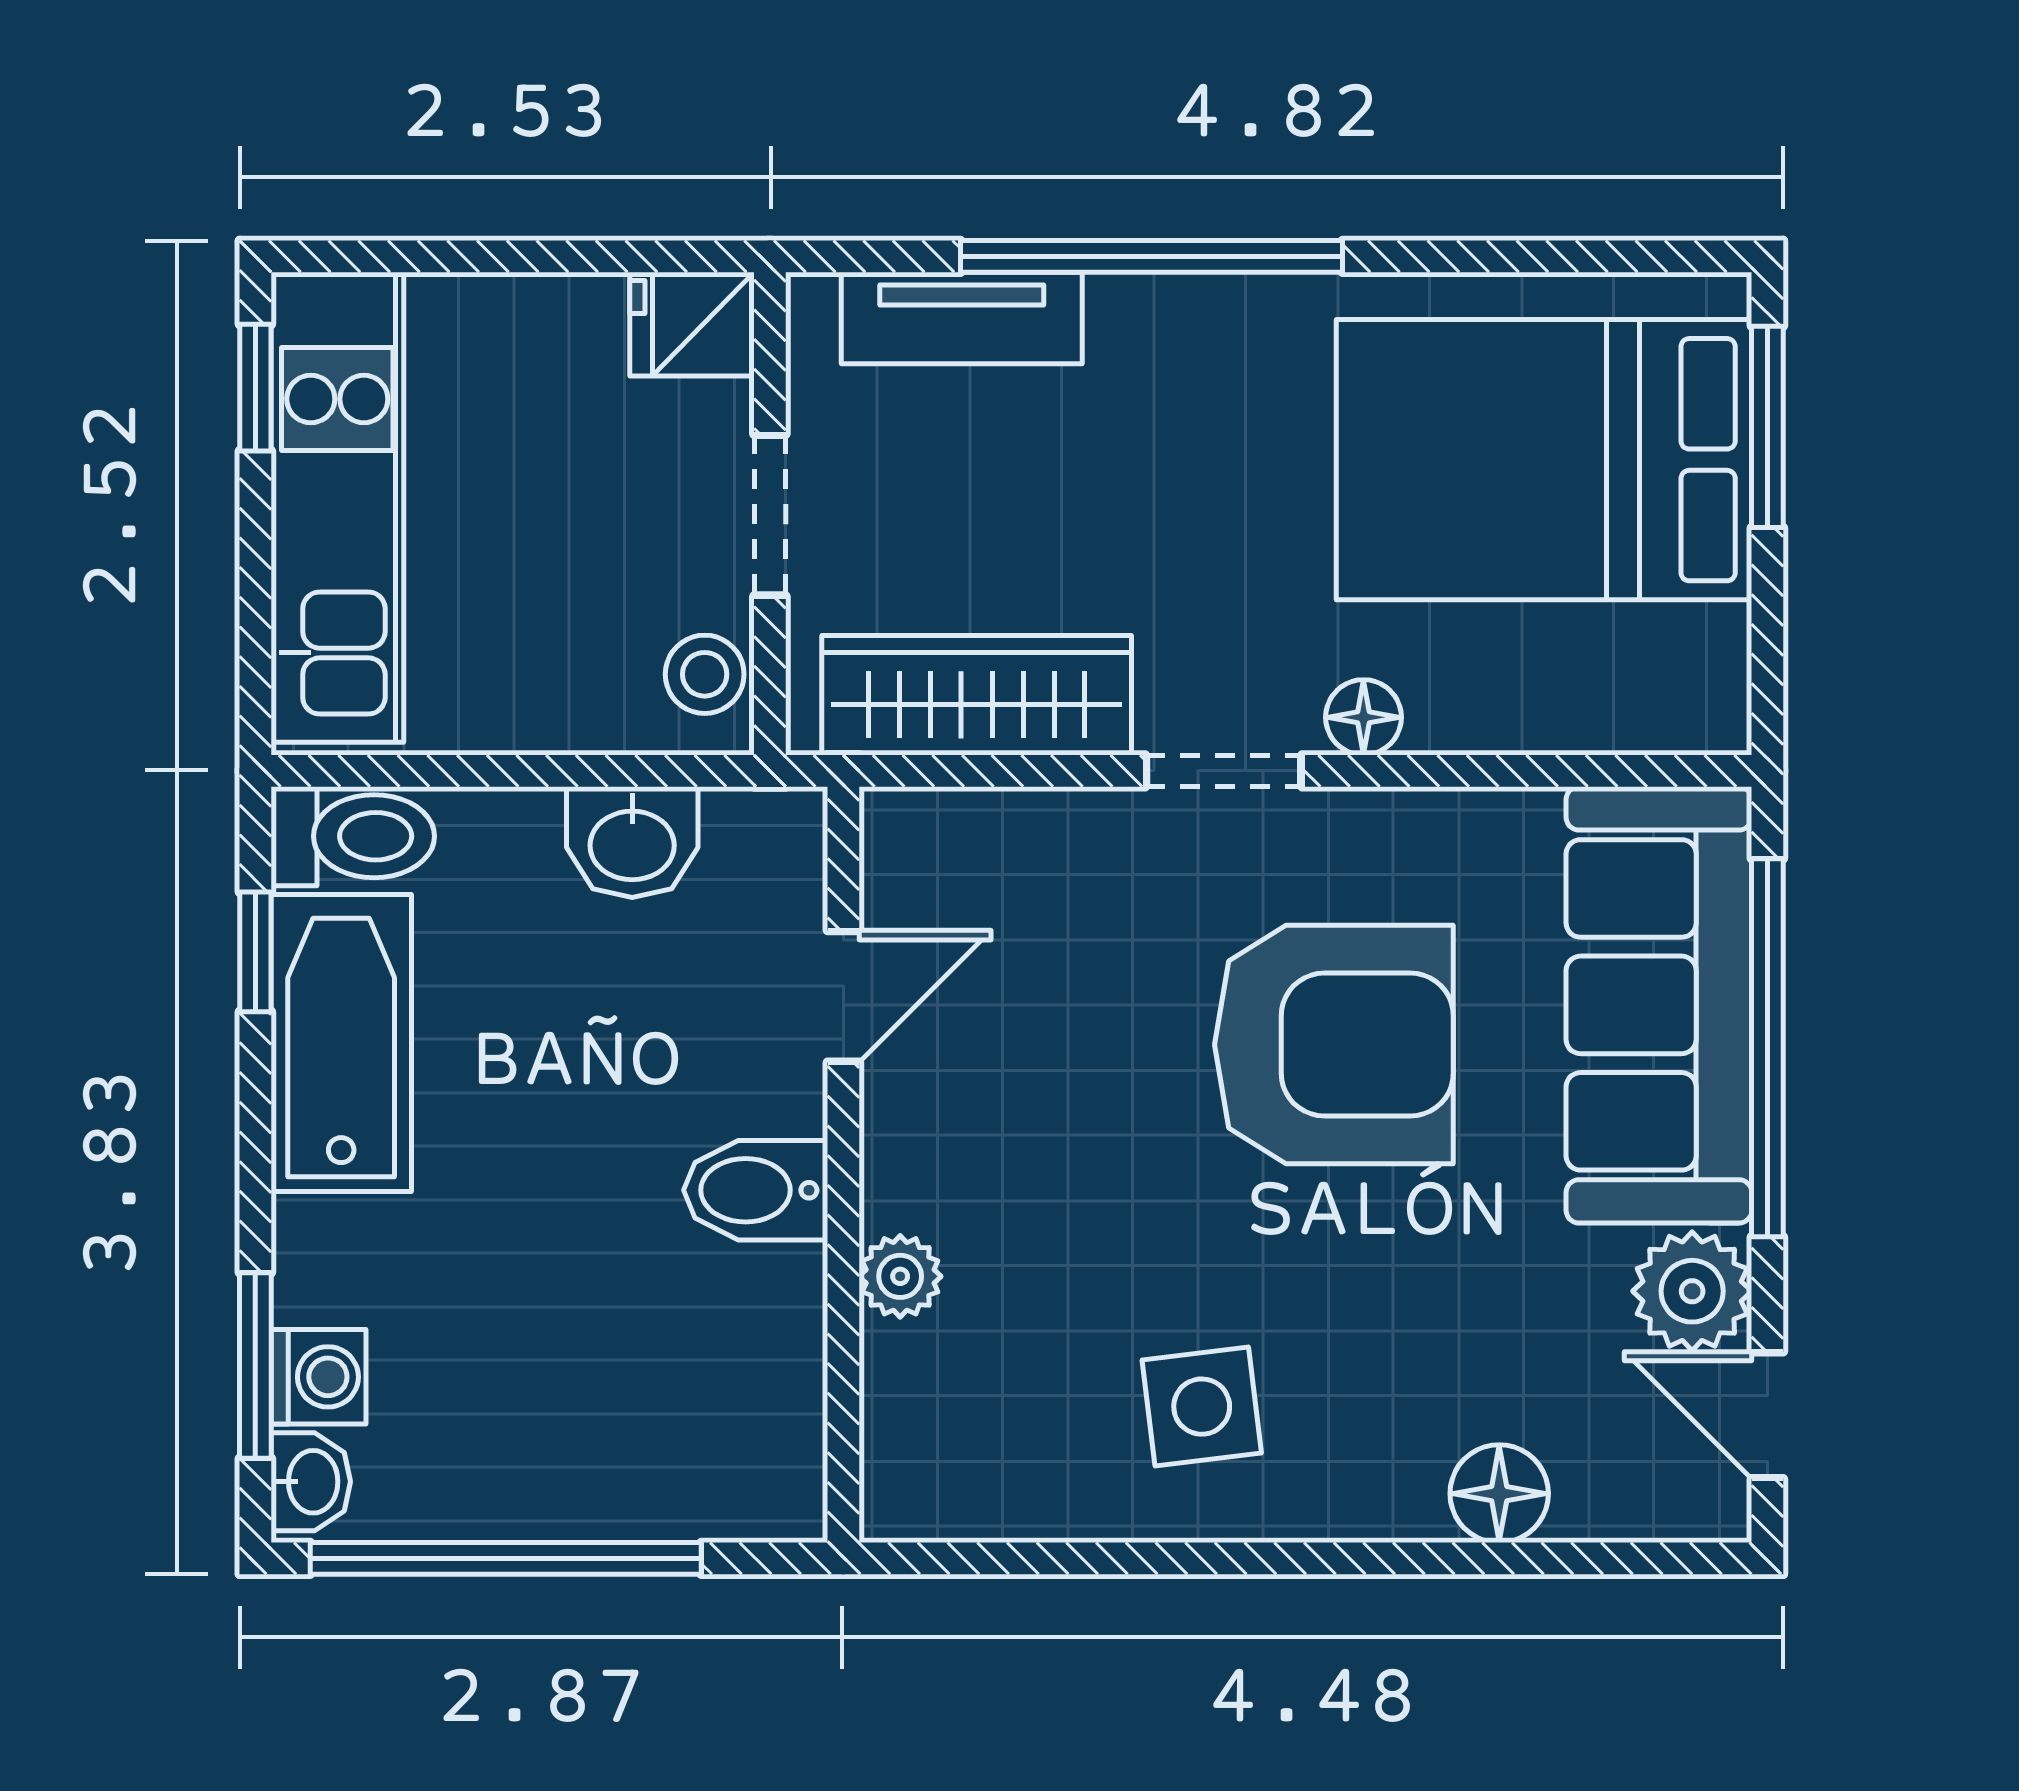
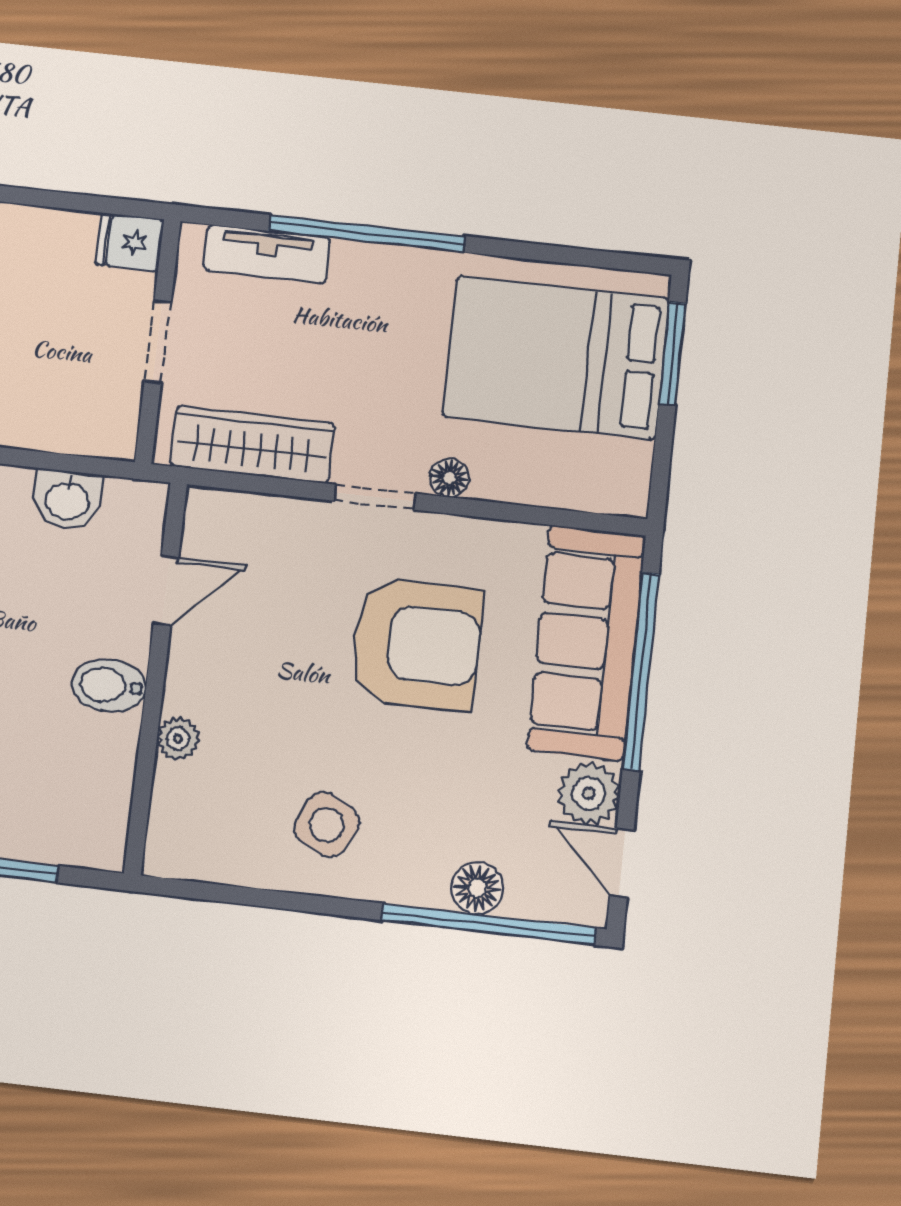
stool: (705, 674) -> (115, 419), removed
side table: (1202, 1407) -> (327, 825), turned 34
window: (1528, 1558) -> (489, 924), added

